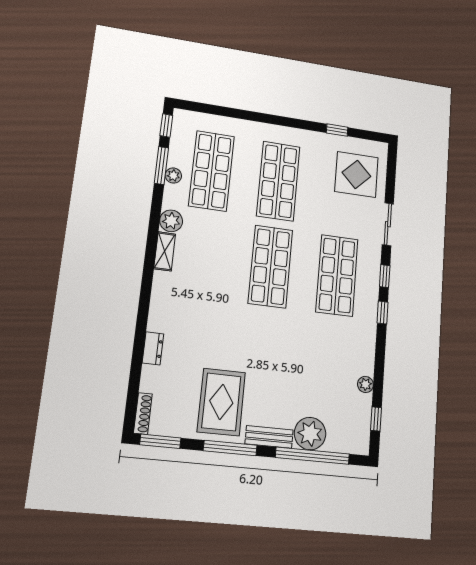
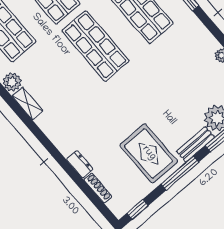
shoe rack: (143, 413) -> (98, 188), moved
window: (160, 441) -> (138, 209), width x0.67

